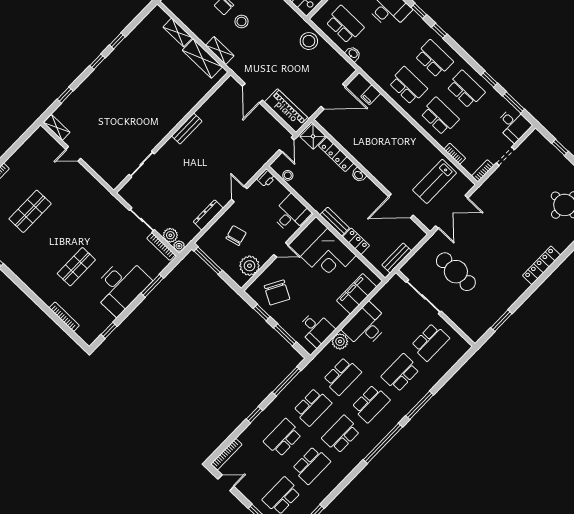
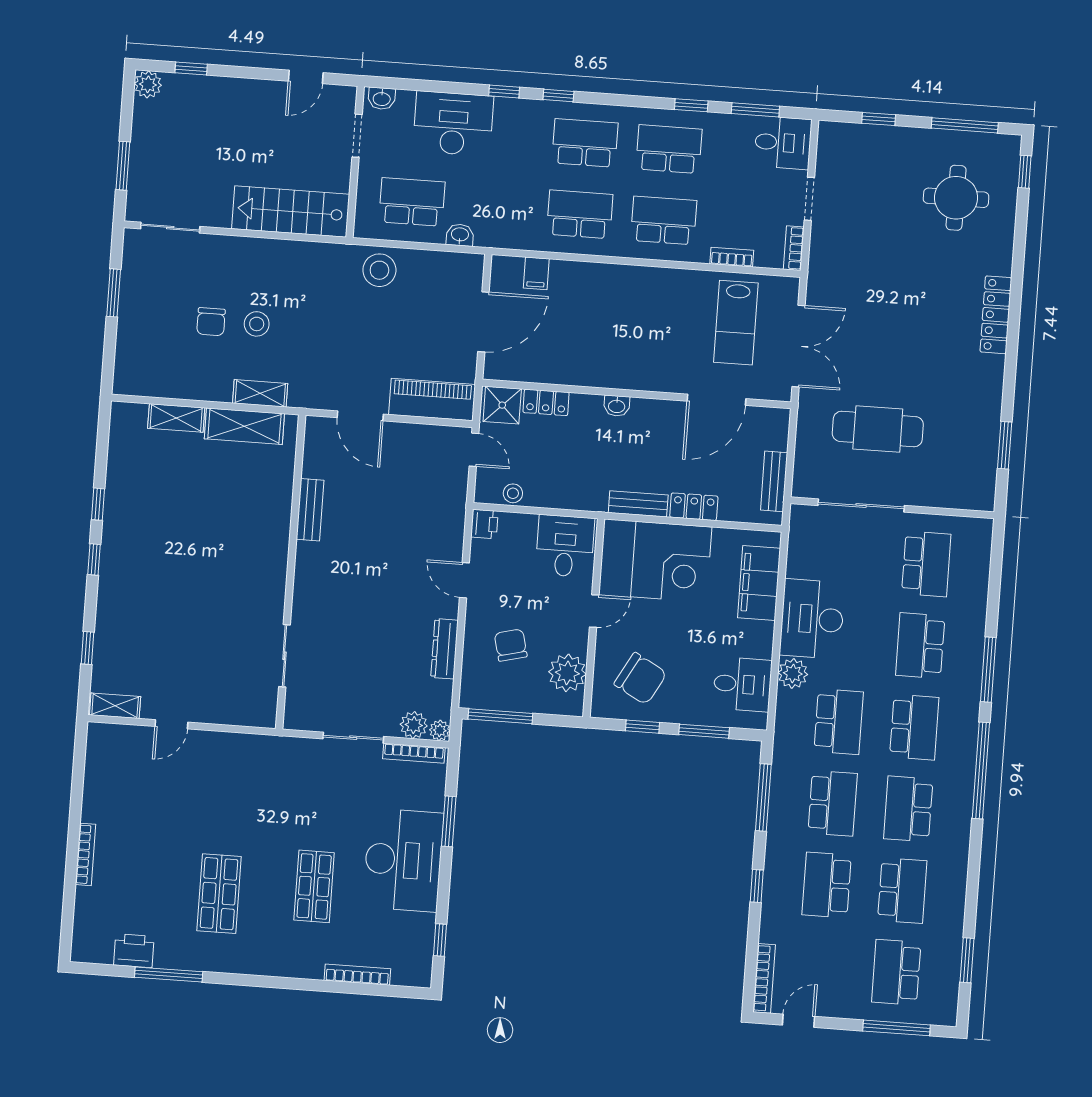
bench: (187, 129) -> (310, 510), moved
locker: (336, 154) -> (546, 402), width x0.66
shop shelf: (30, 211) -> (219, 894), moved

